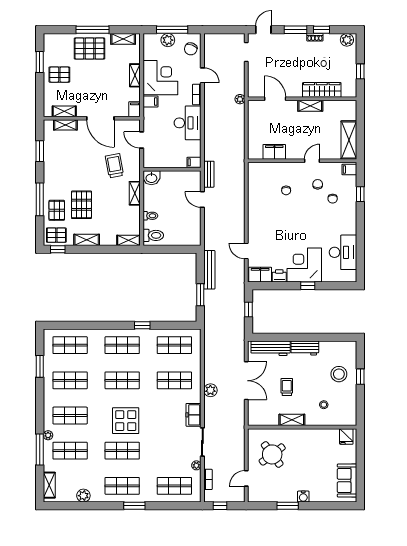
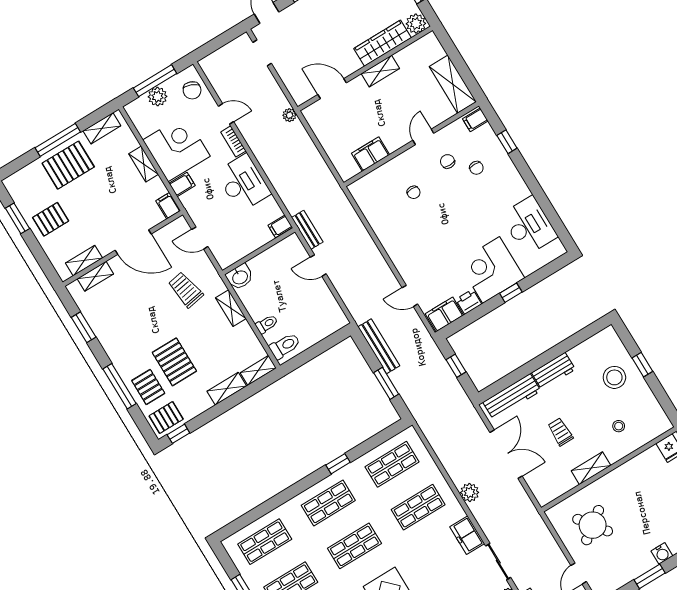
plant: (349, 90) -> (416, 24), added
shelving: (87, 240) -> (227, 389), moved

